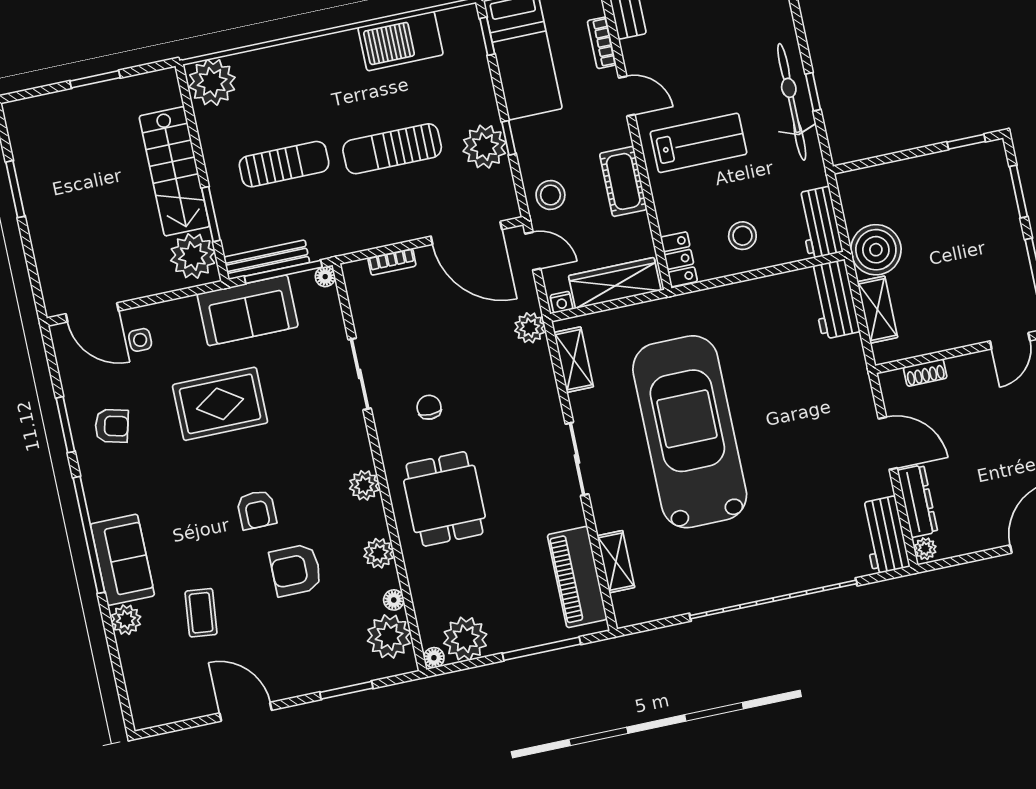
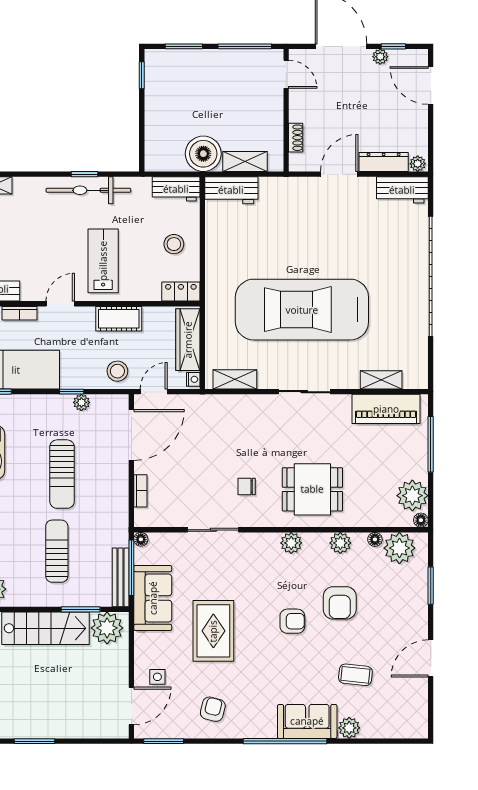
plant: (484, 147) -> (81, 402), width x0.53, depth x0.53
plant: (530, 328) -> (206, 405), removed
window: (65, 425) -> (164, 741), moved

